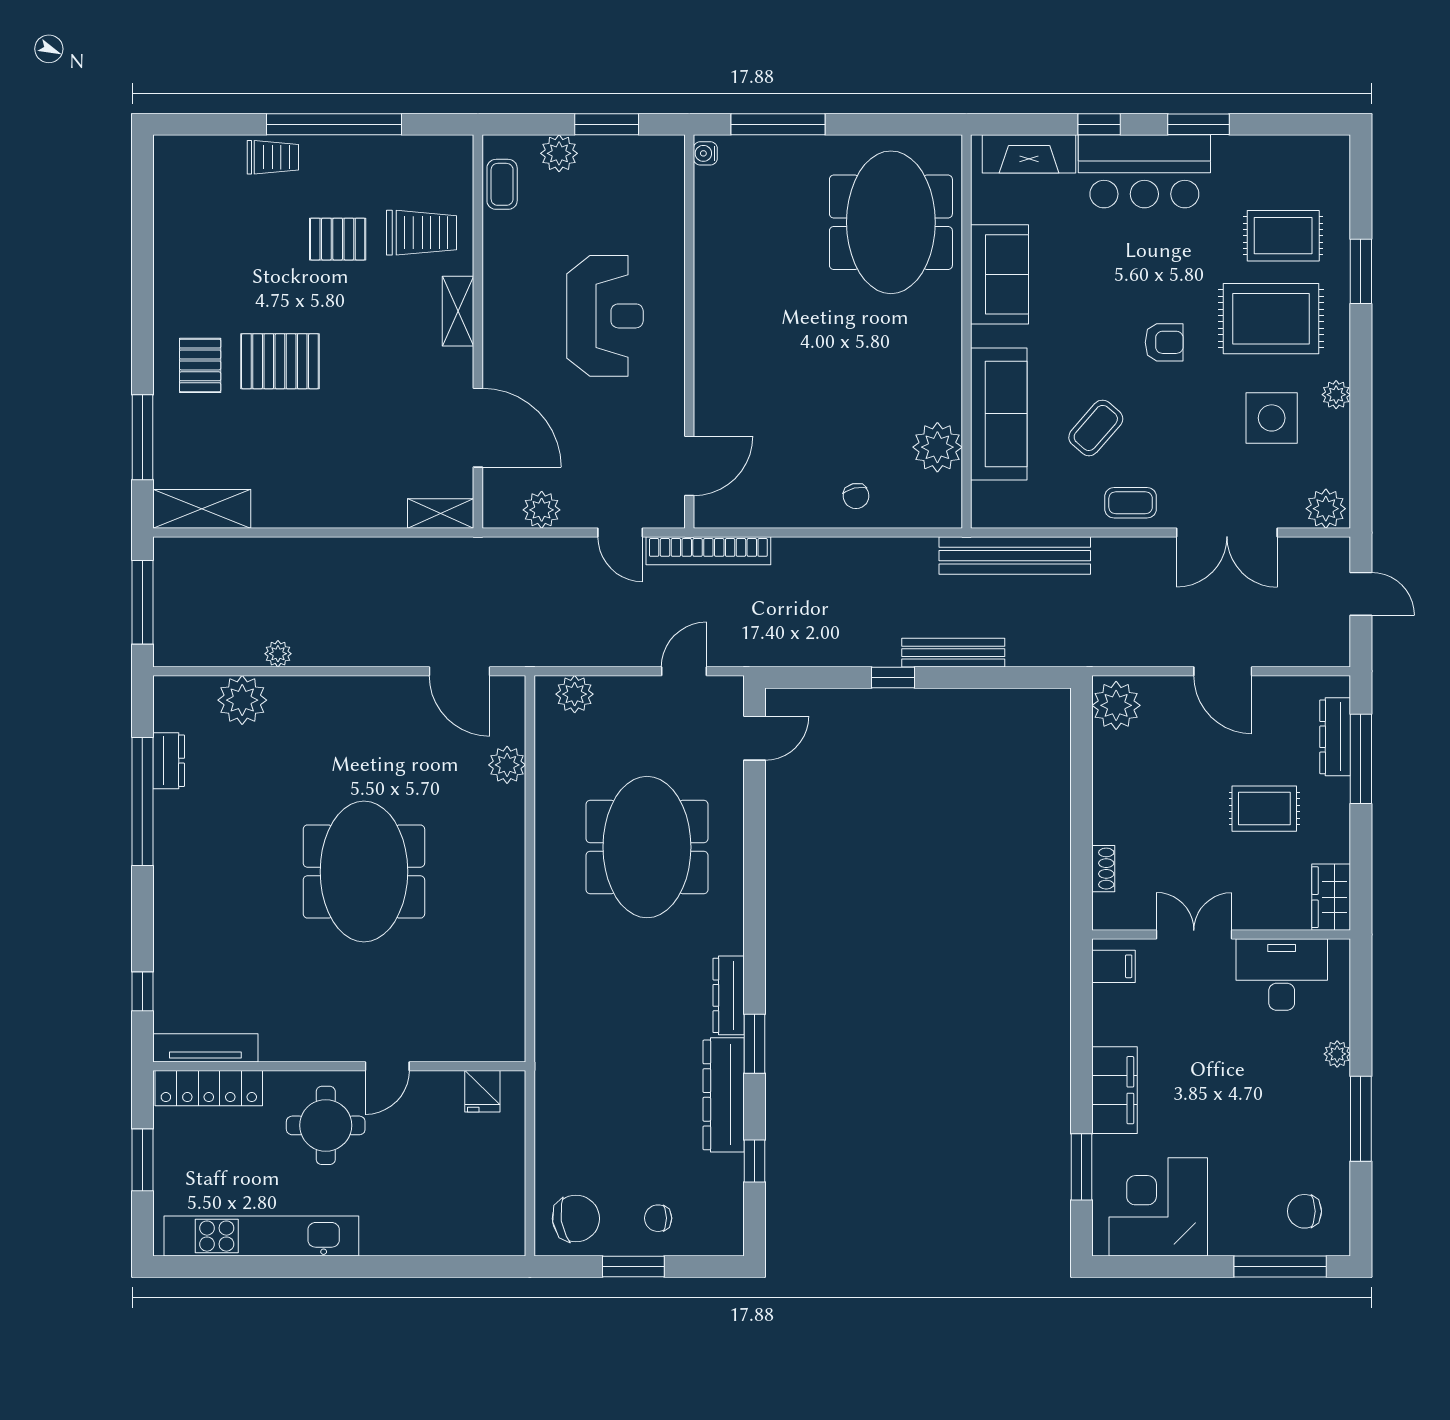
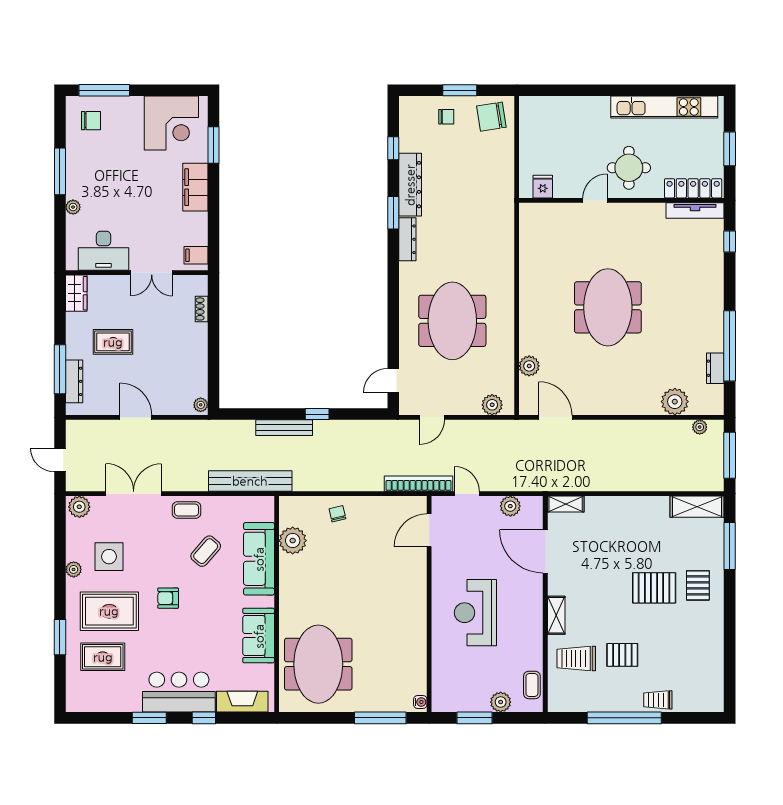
plant: (278, 654) -> (700, 427), moved
plant: (1116, 705) -> (201, 405), width x0.53, depth x0.53

